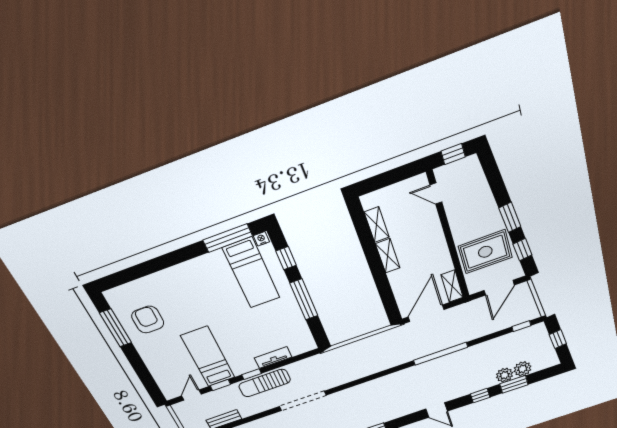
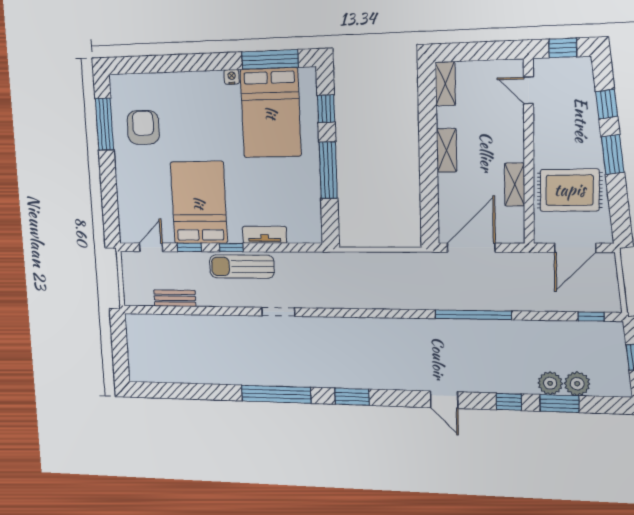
shelving: (377, 225) -> (445, 84), moved
nightstand: (261, 239) -> (232, 77), moved
window: (523, 250) -> (607, 104), moved
bed: (251, 273) -> (271, 113), width x1.50
shelving: (452, 286) -> (515, 185), moved
bed: (208, 357) -> (199, 203), width x1.50
doorway: (303, 401) -> (278, 312), width x0.53

